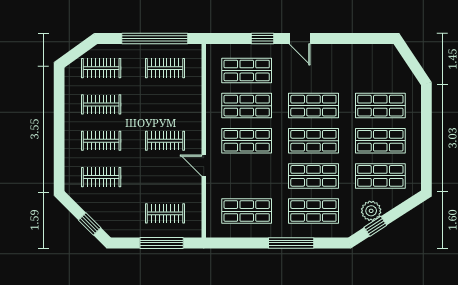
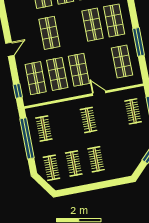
window: (263, 39) -> (18, 91), moved
shop shelf: (313, 141) -> (71, 29), removed
door: (204, 166) -> (99, 93), swing flipped
clothes rail: (101, 177) -> (118, 155), removed
window: (291, 243) -> (139, 42), moved

